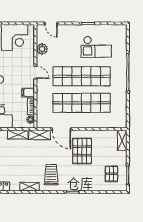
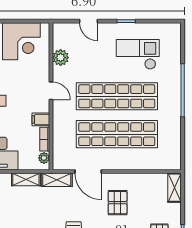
door: (51, 23) -> (89, 21), moved
checkout: (96, 47) -> (138, 54), turned 180
pallet: (82, 151) -> (118, 203), width x0.67, depth x0.71

